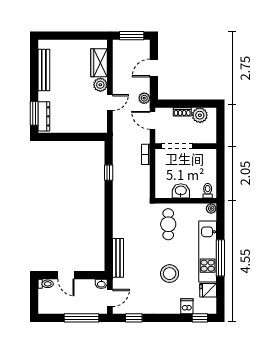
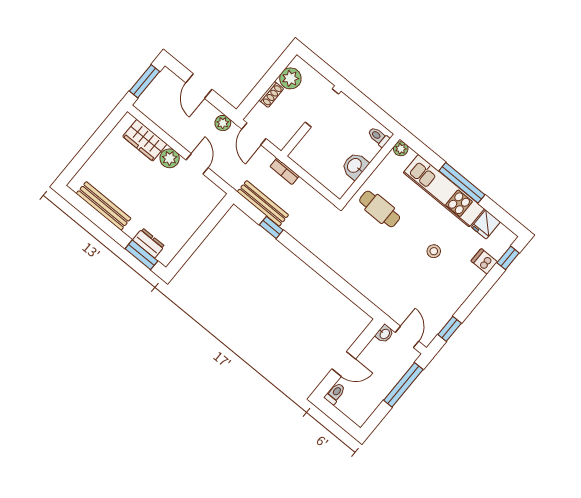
dresser: (44, 116) -> (149, 243), width x0.70
door: (152, 120) -> (254, 134), hinge flipped
doorway: (177, 146) -> (322, 108), moved
bench: (118, 258) -> (263, 203), moved
stool: (170, 274) -> (434, 251), width x0.53, depth x0.53

